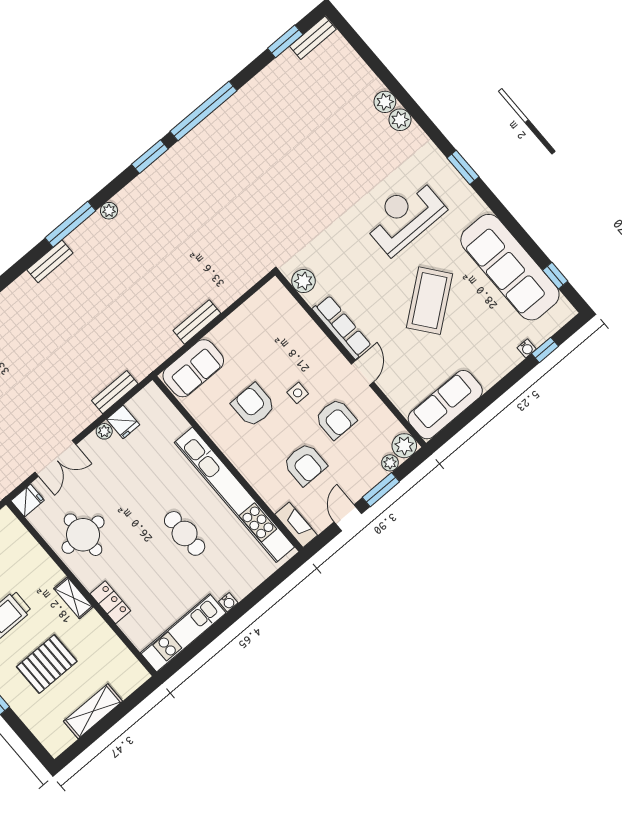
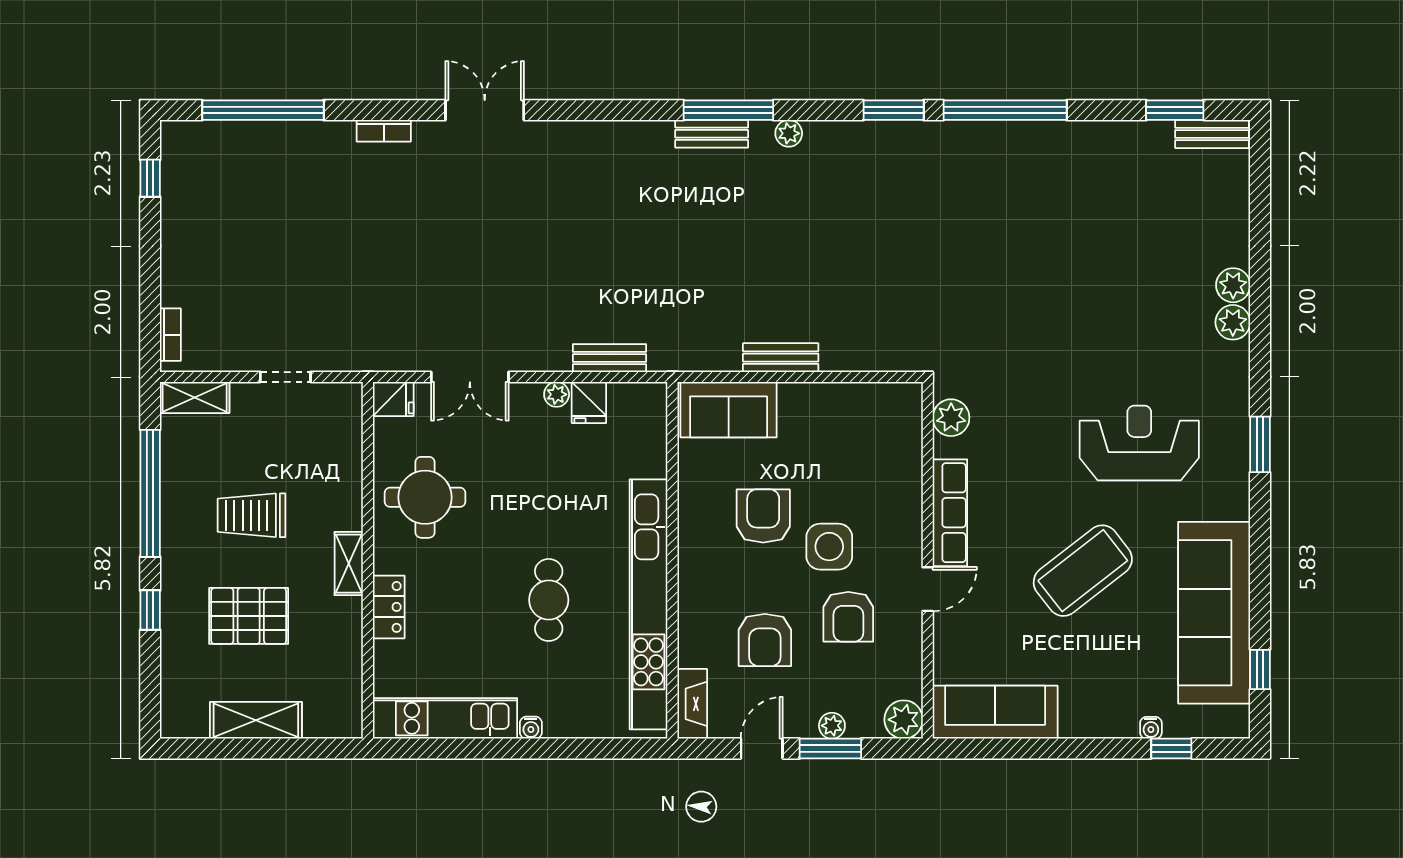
bench: (50, 261) -> (712, 134), moved
side table: (298, 393) -> (829, 547), width x1.87, depth x1.87
plant: (390, 463) -> (832, 726), moved

